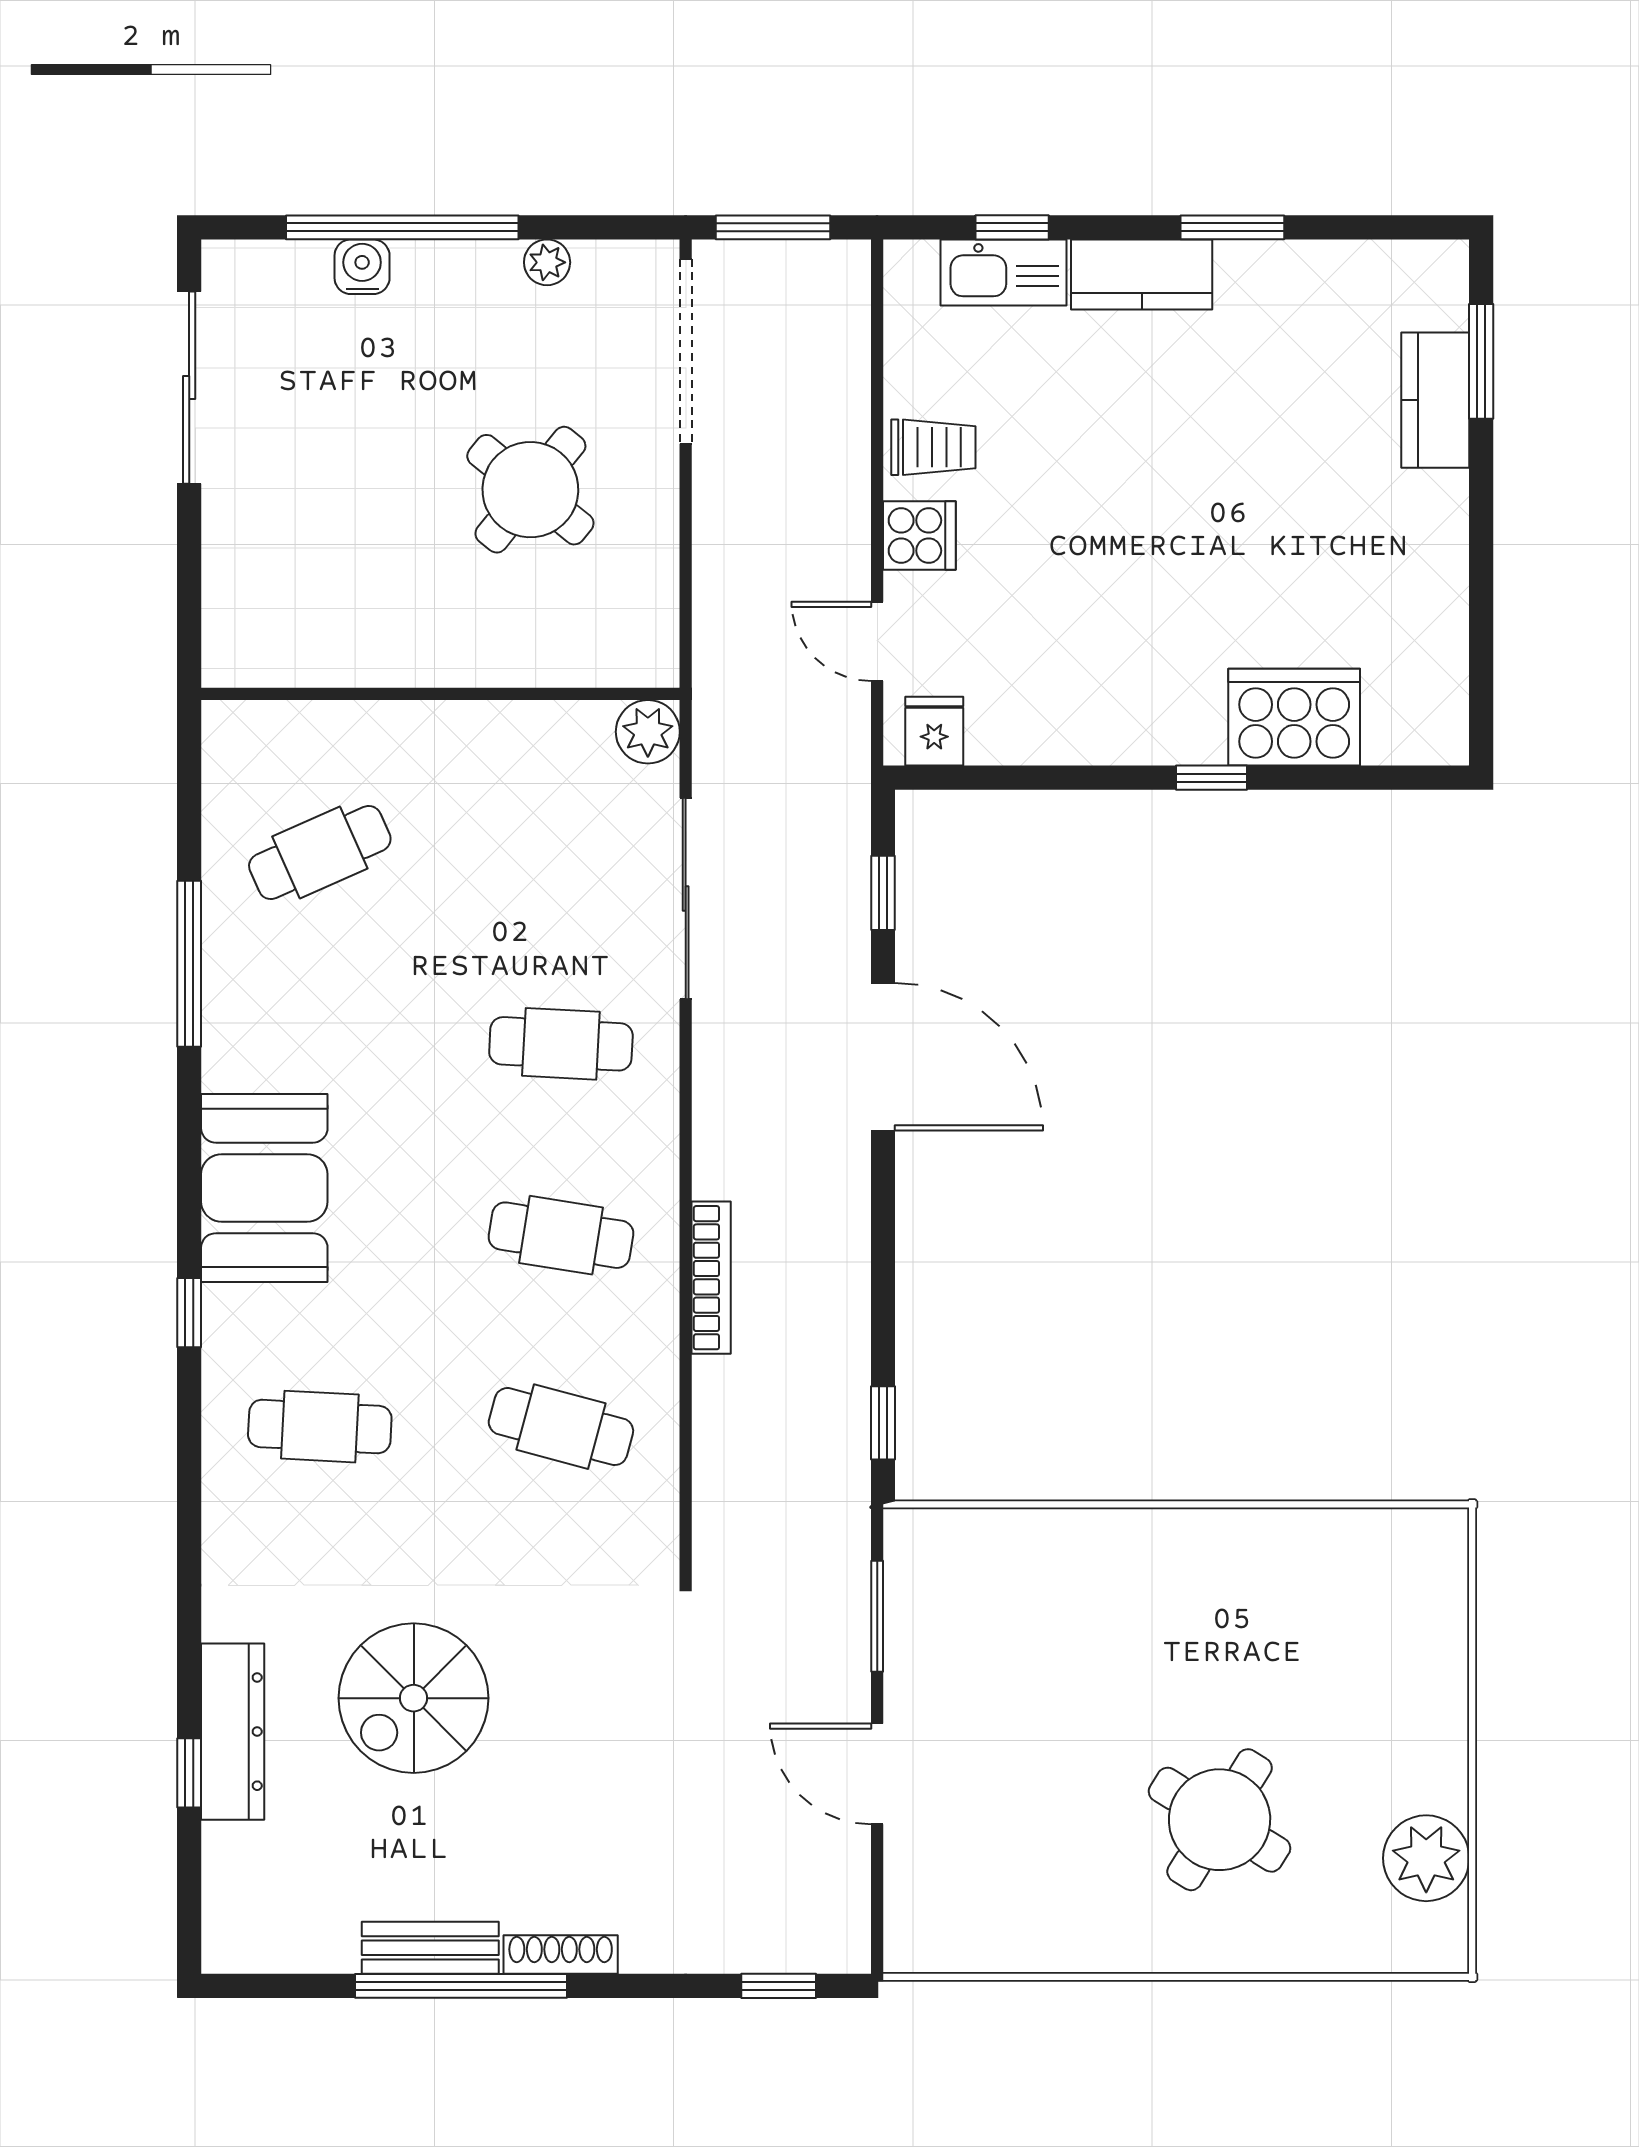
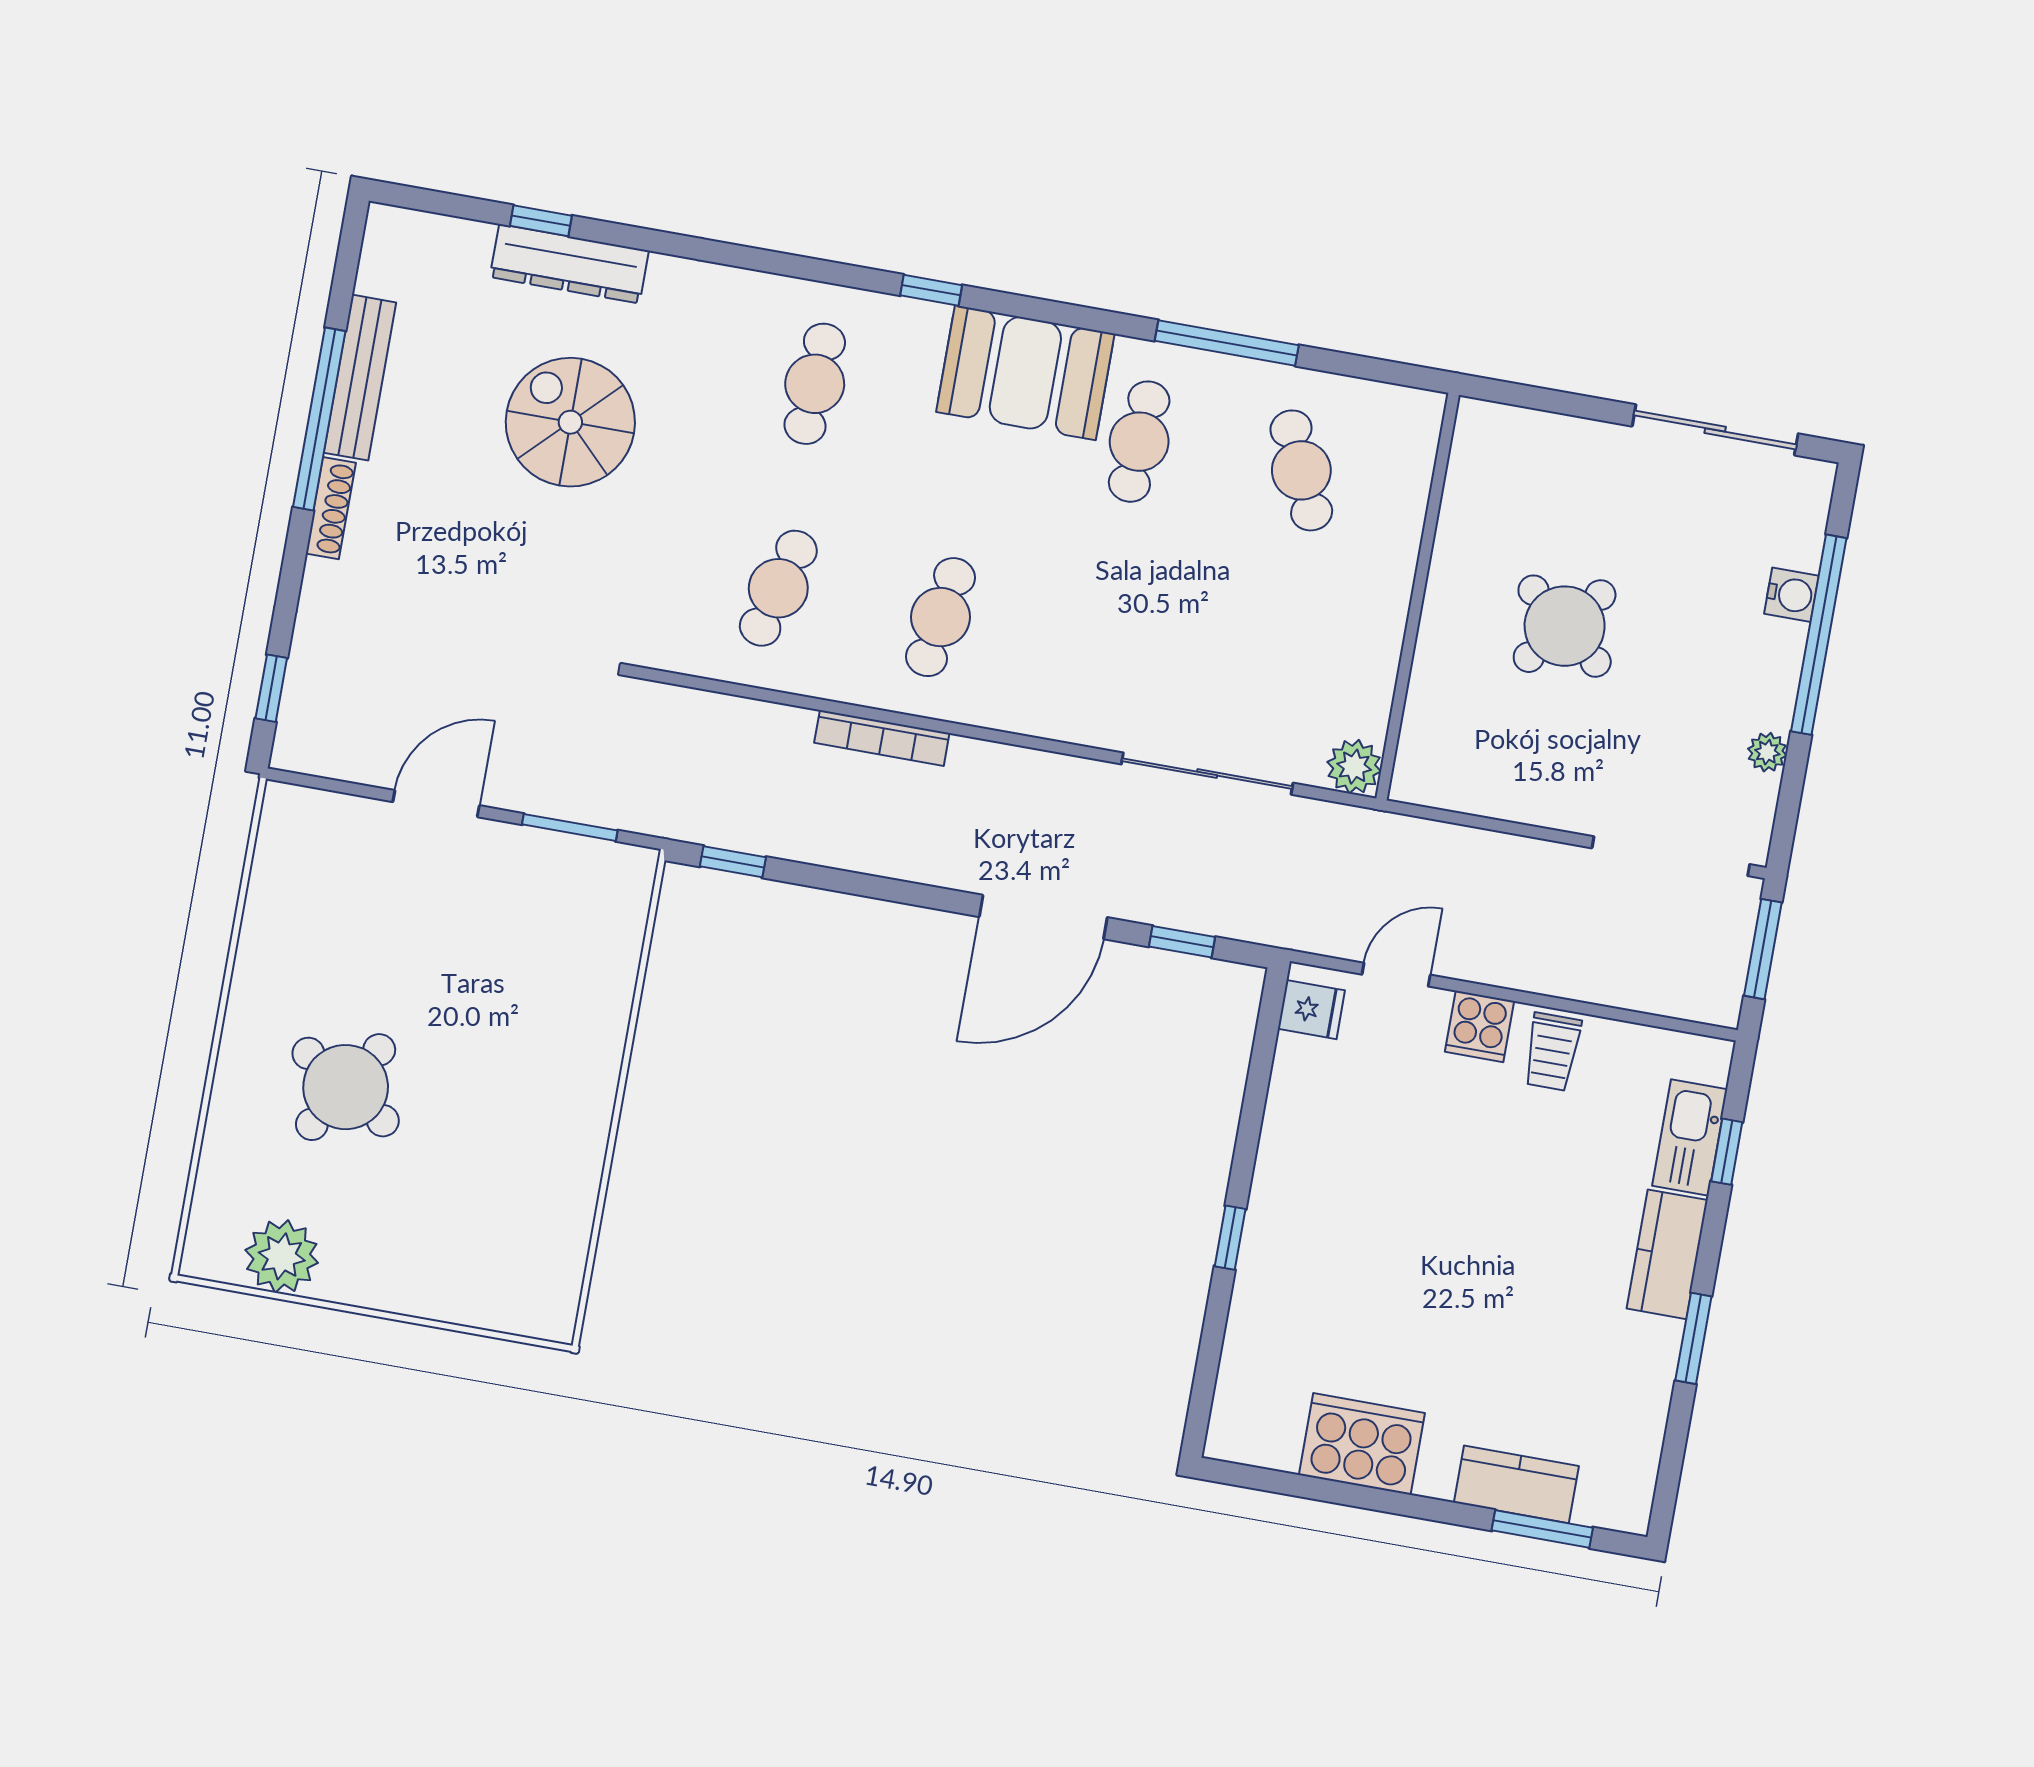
round table: (530, 490) -> (1565, 626), moved
cooker: (1294, 717) -> (1362, 1444), moved, turned -90
cafe table: (561, 1044) -> (1139, 442), moved
bench: (430, 1948) -> (360, 378), width x1.36

